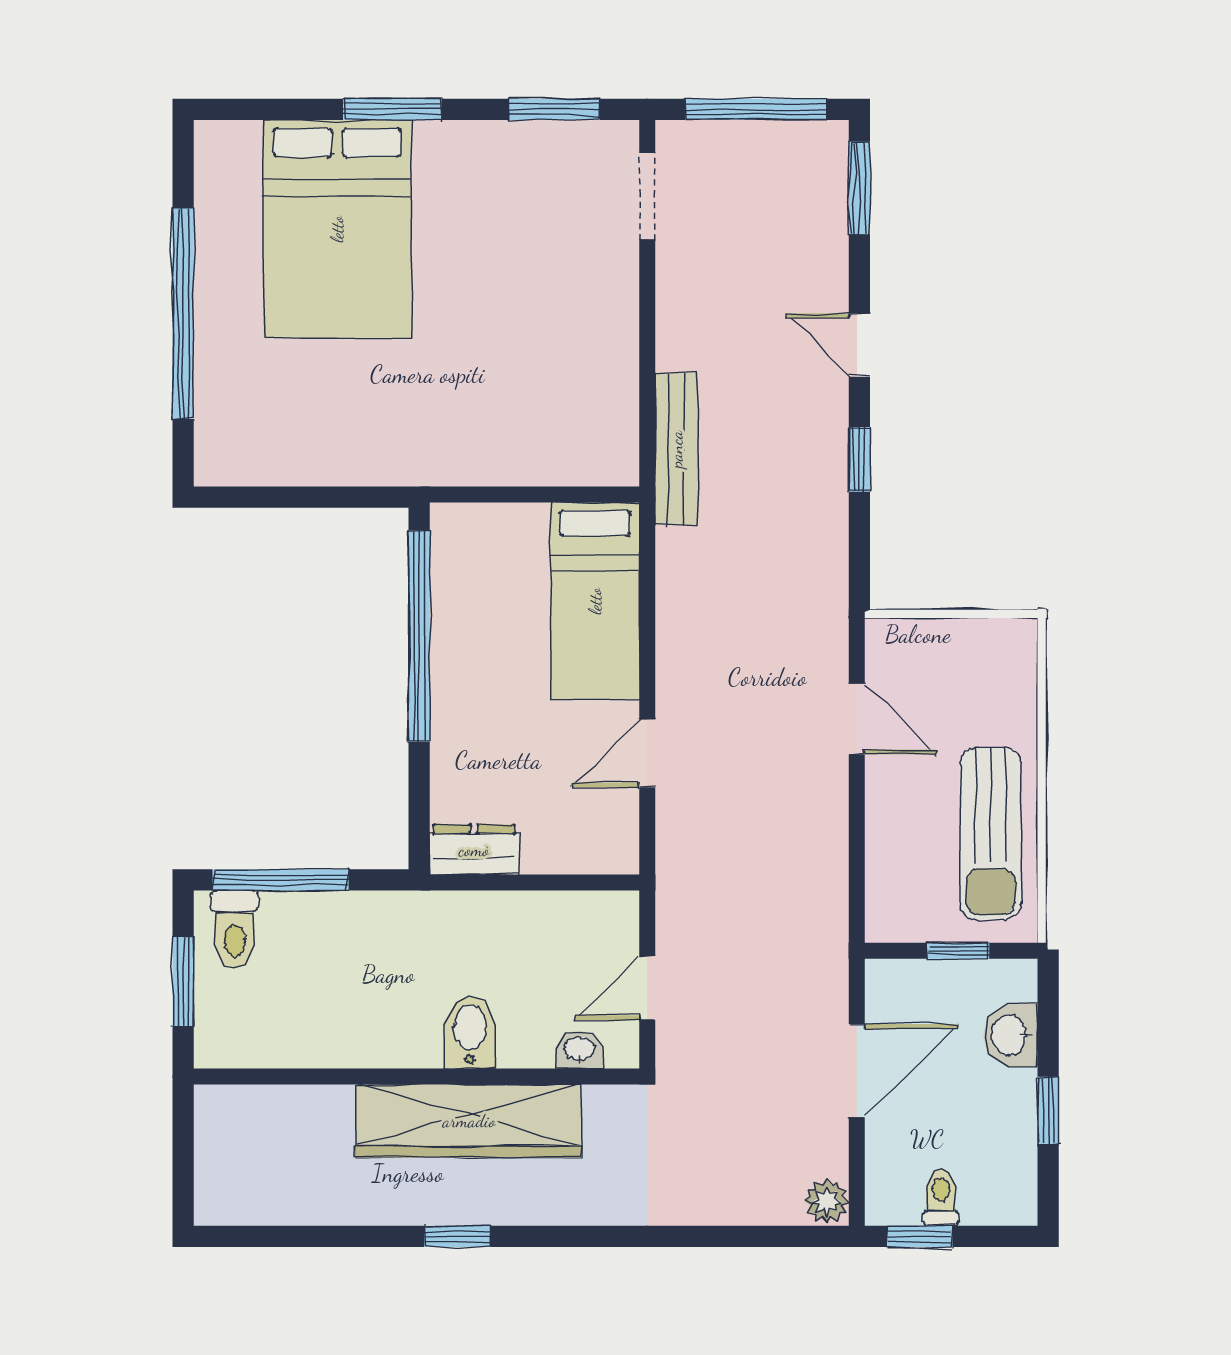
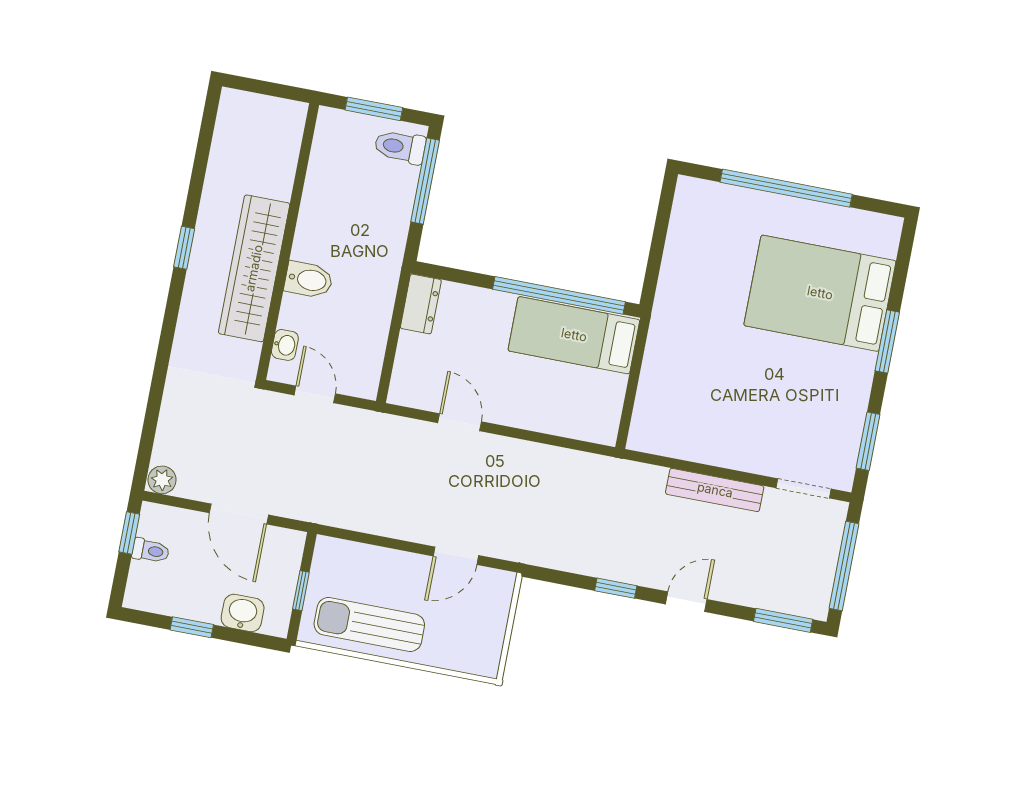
bench: (676, 449) -> (715, 490), moved
bed: (595, 601) -> (574, 335), moved

